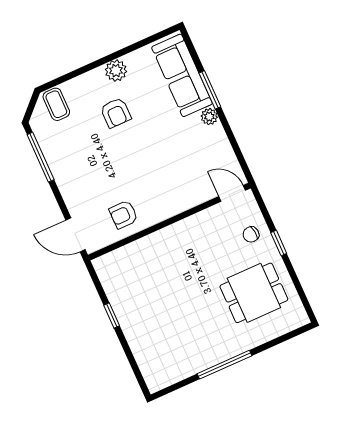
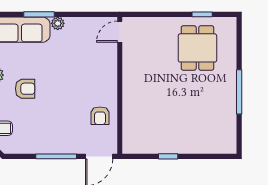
window: (41, 157) -> (56, 156), moved
chair: (251, 234) -> (155, 31), removed
window: (279, 243) -> (202, 14), moved

